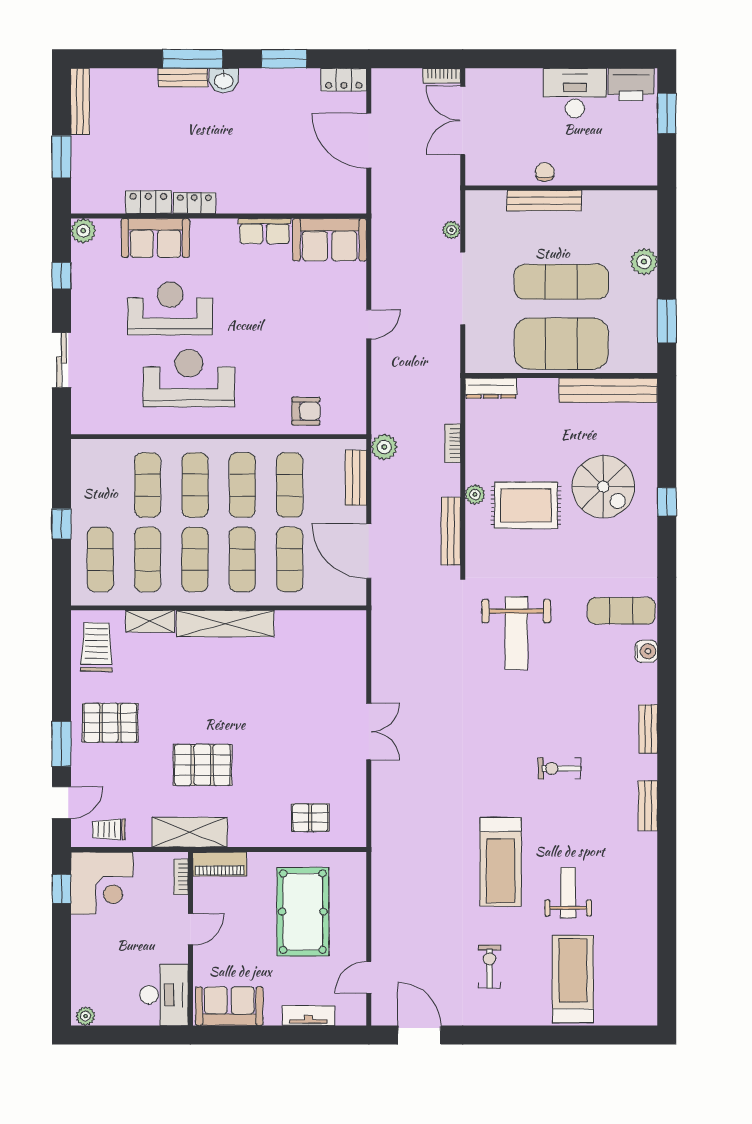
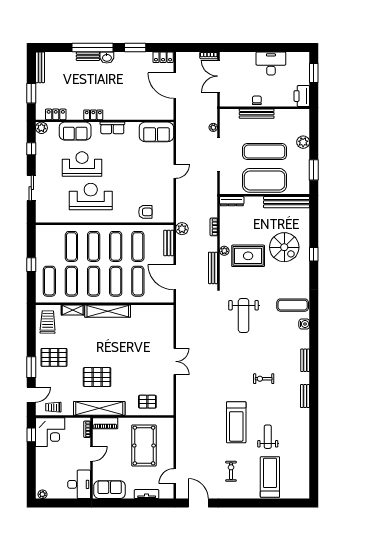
window: (193, 59) -> (93, 47), width x1.46
printer: (631, 84) -> (302, 96), moved, turned 90
locker: (148, 202) -> (56, 114), moved
row of seats: (264, 231) -> (112, 128), moved
shelving: (190, 832) -> (99, 408), width x1.47

